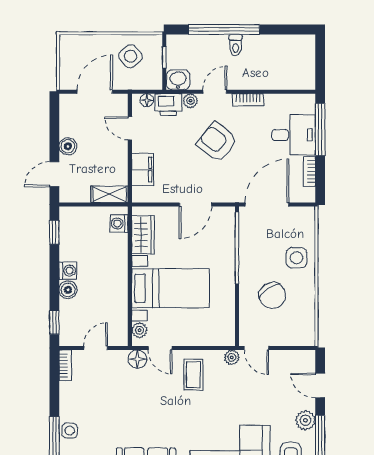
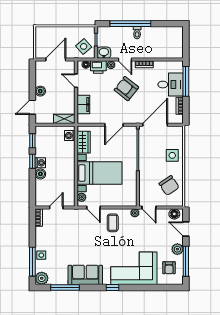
side table: (130, 56) -> (84, 46), moved
door: (215, 92) -> (125, 60), swing flipped
chair: (272, 296) -> (169, 185), moved
window: (54, 322) -> (32, 161), moved
floor lamp: (137, 359) -> (174, 214), moved

